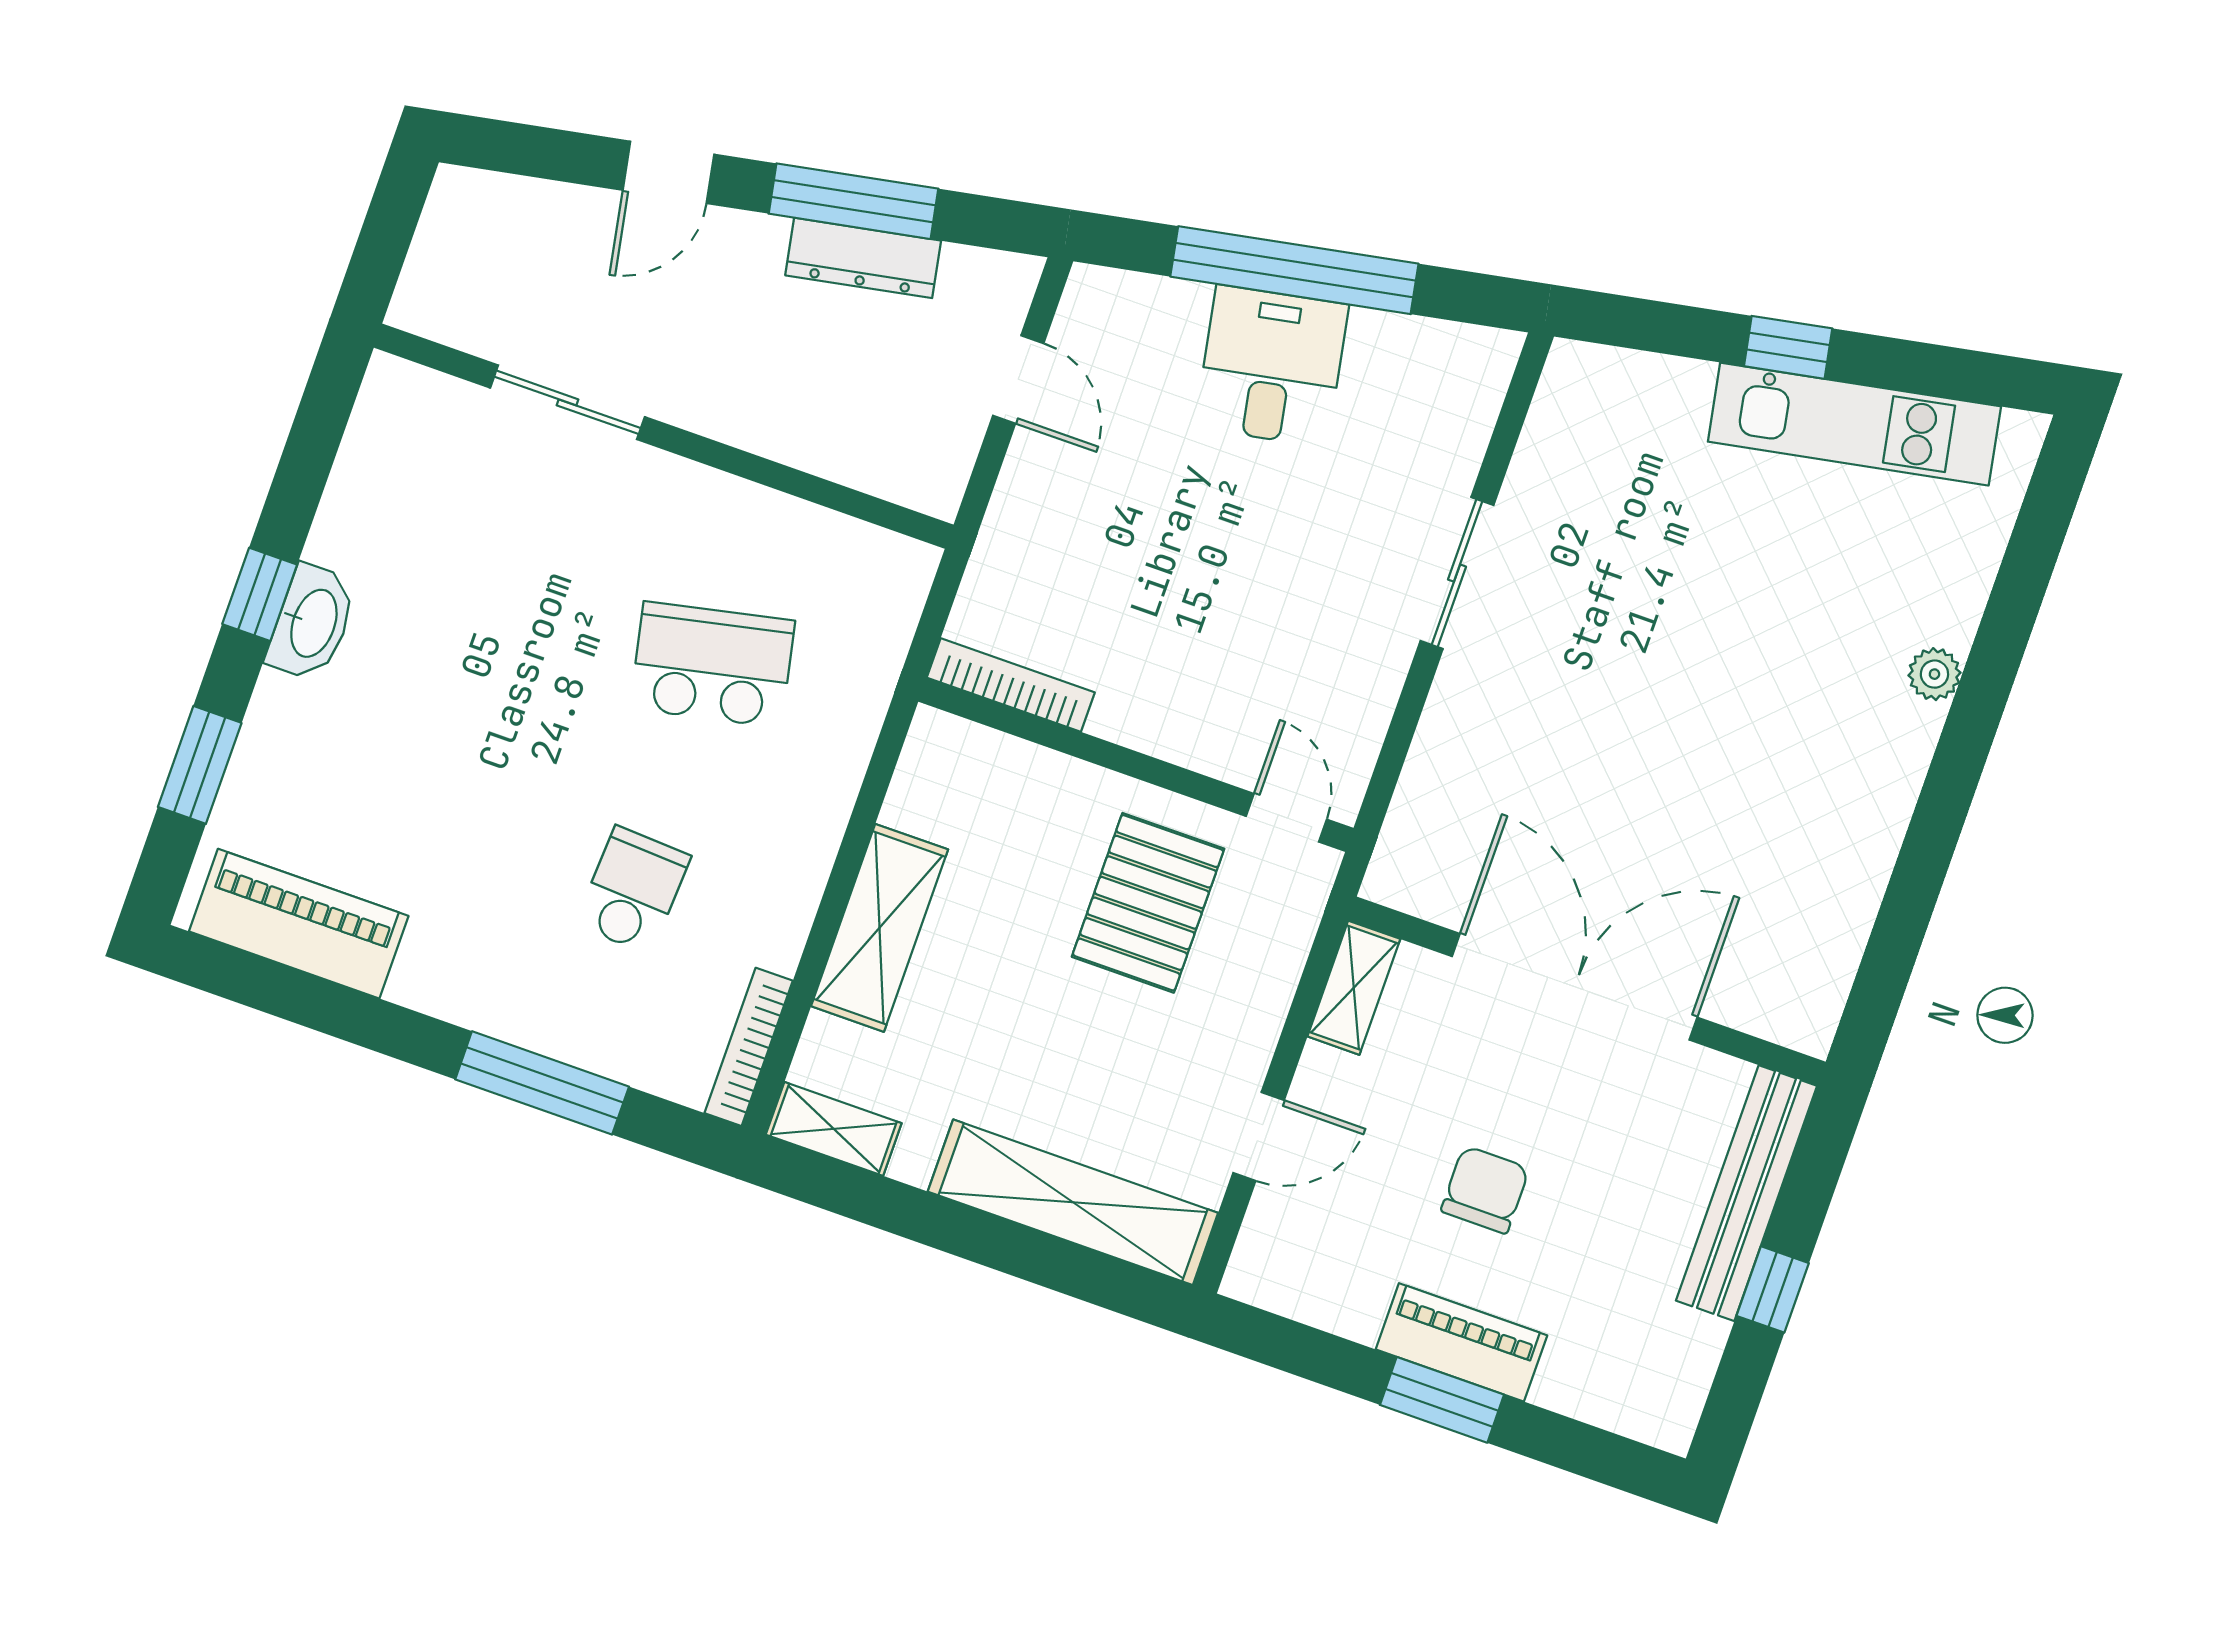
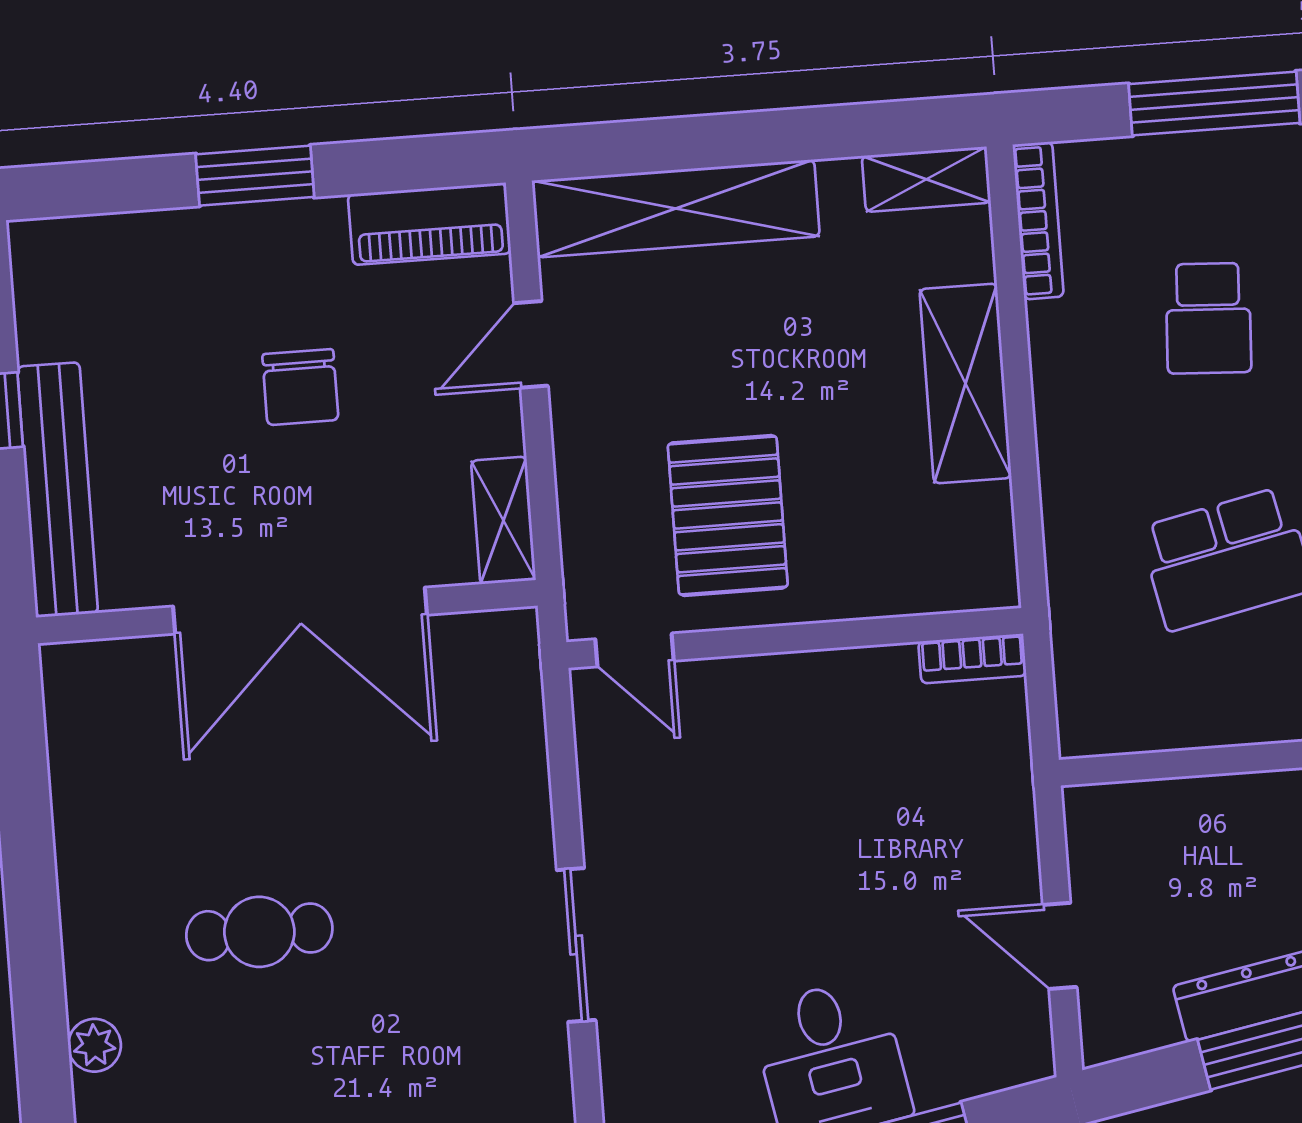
bookcase: (1011, 685) -> (972, 659), width x0.64
cafe table: (1739, 711) -> (259, 932), added
piano: (1461, 1342) -> (429, 224), moved

